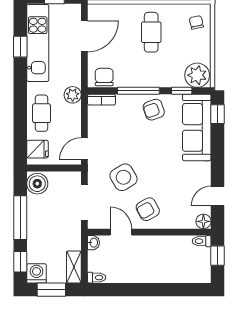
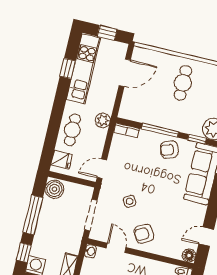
chair: (104, 77) -> (133, 112), removed
side table: (124, 177) -> (130, 201), width x0.54, depth x0.54

